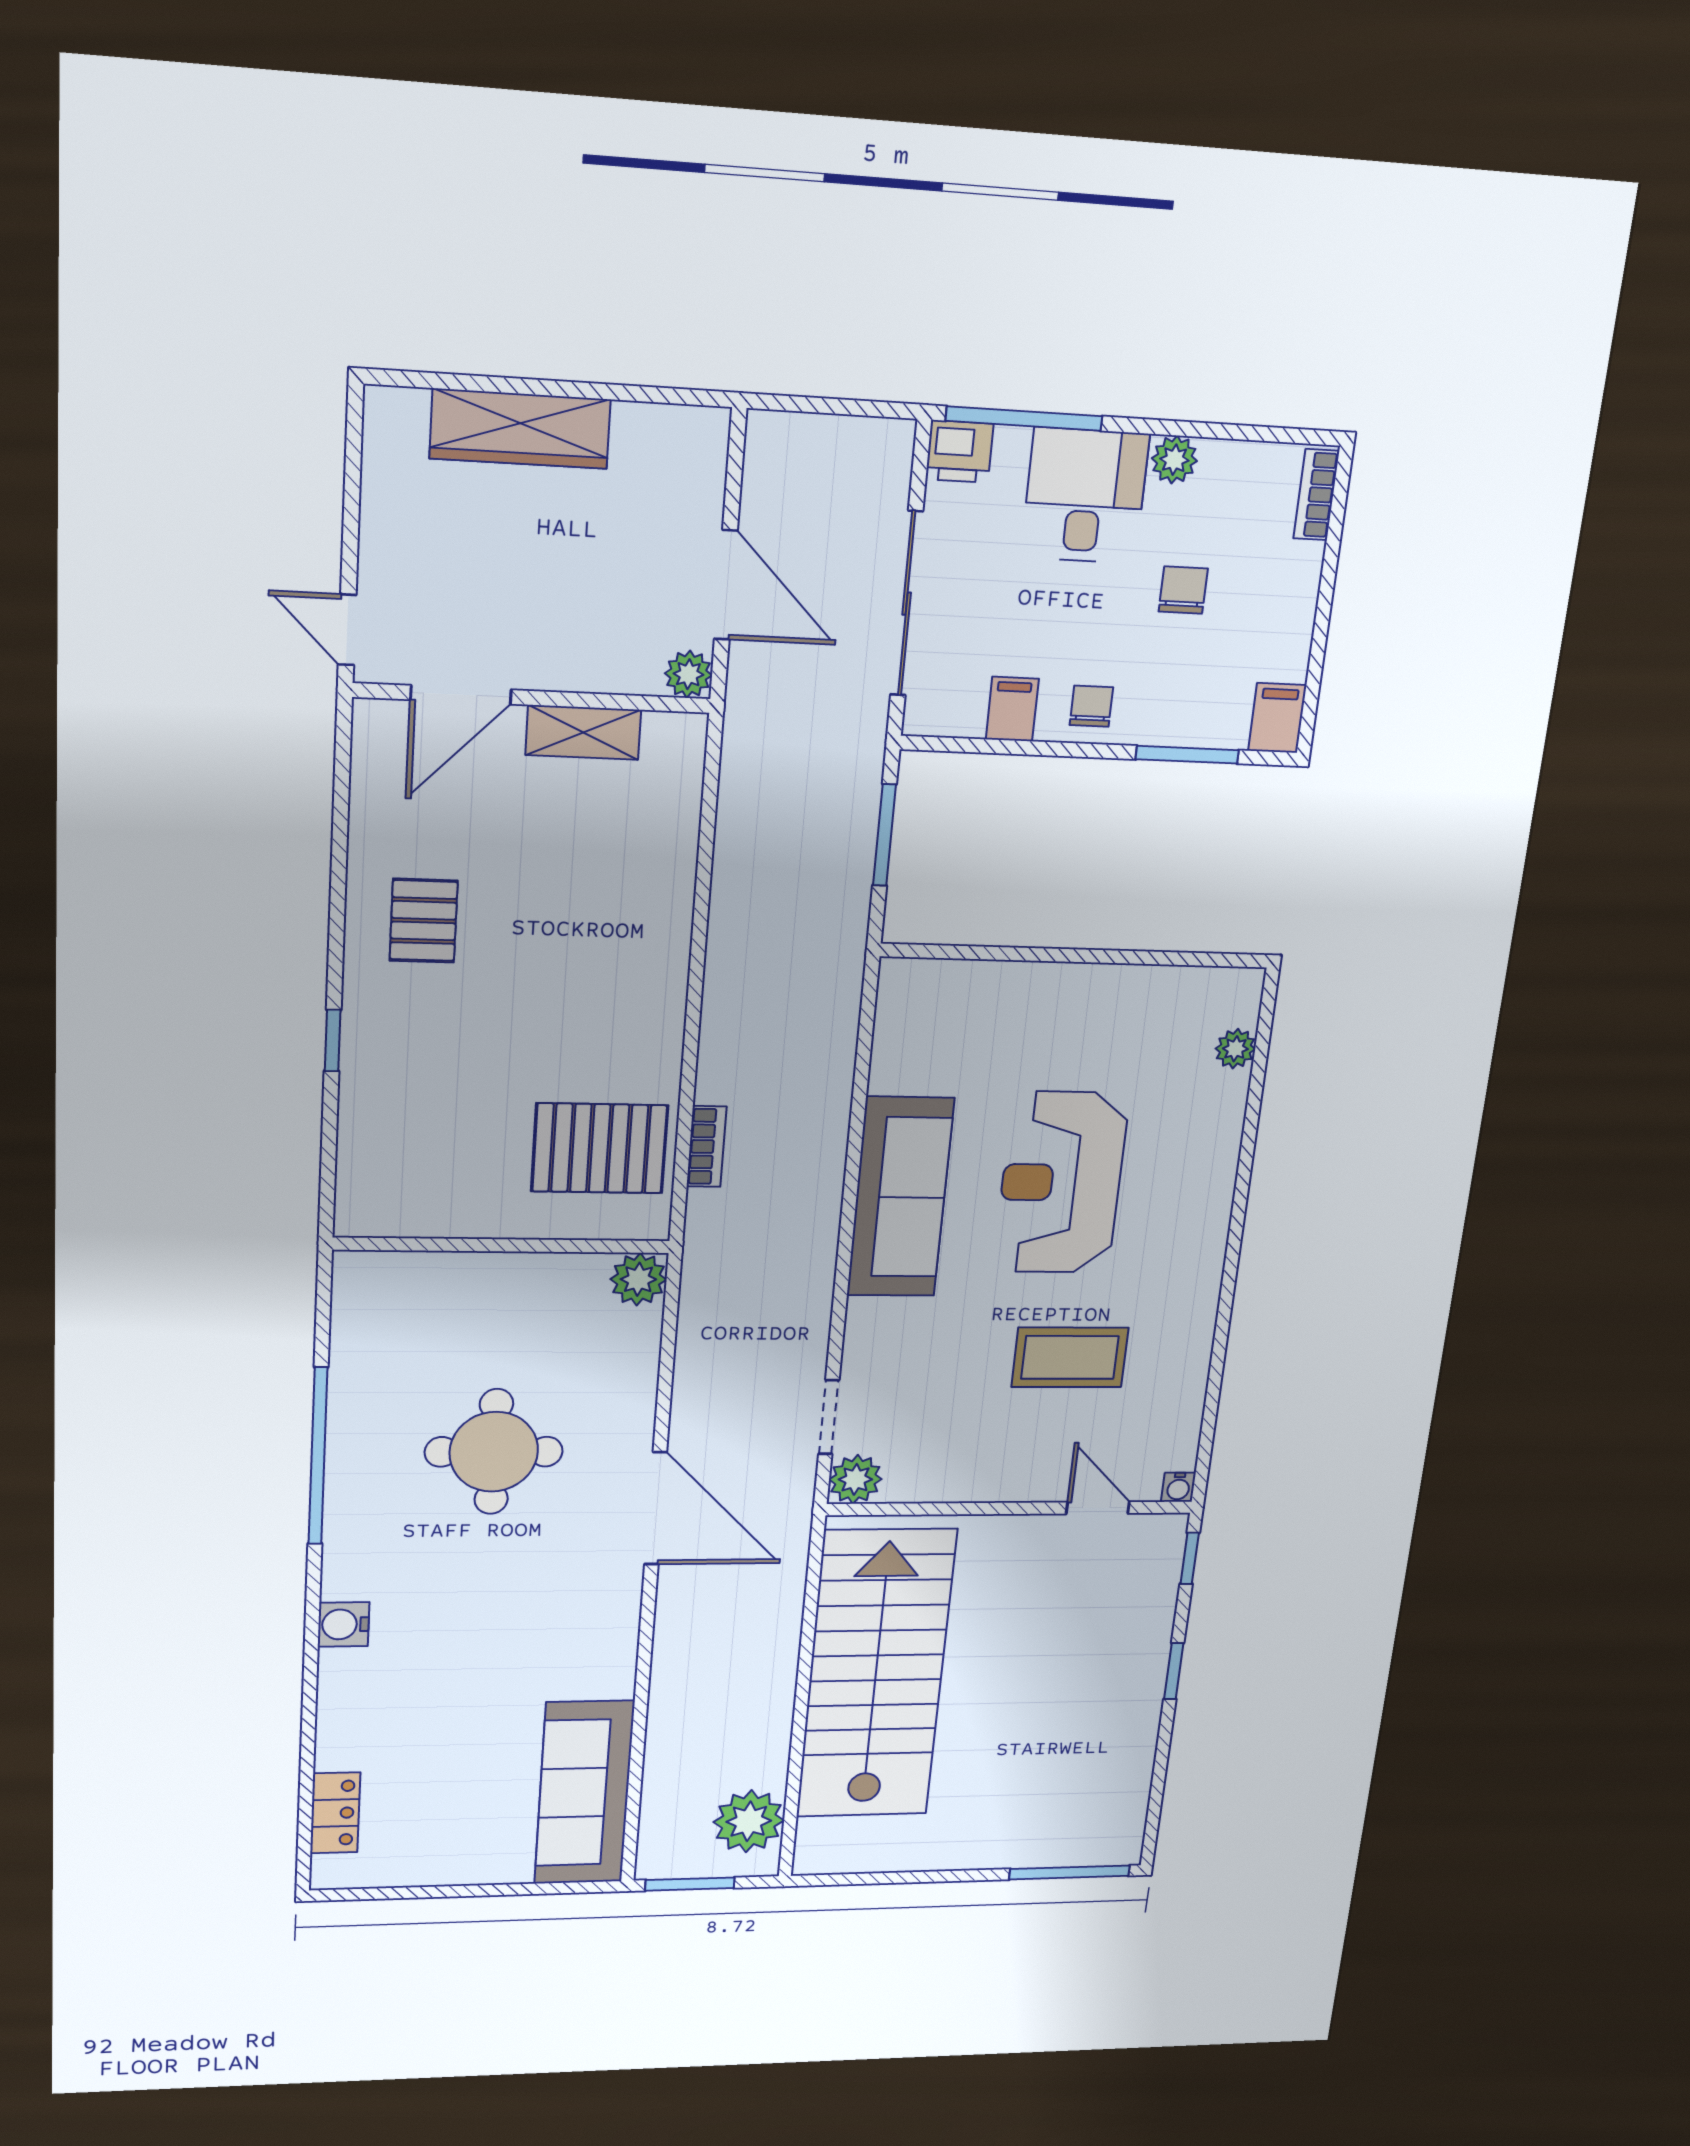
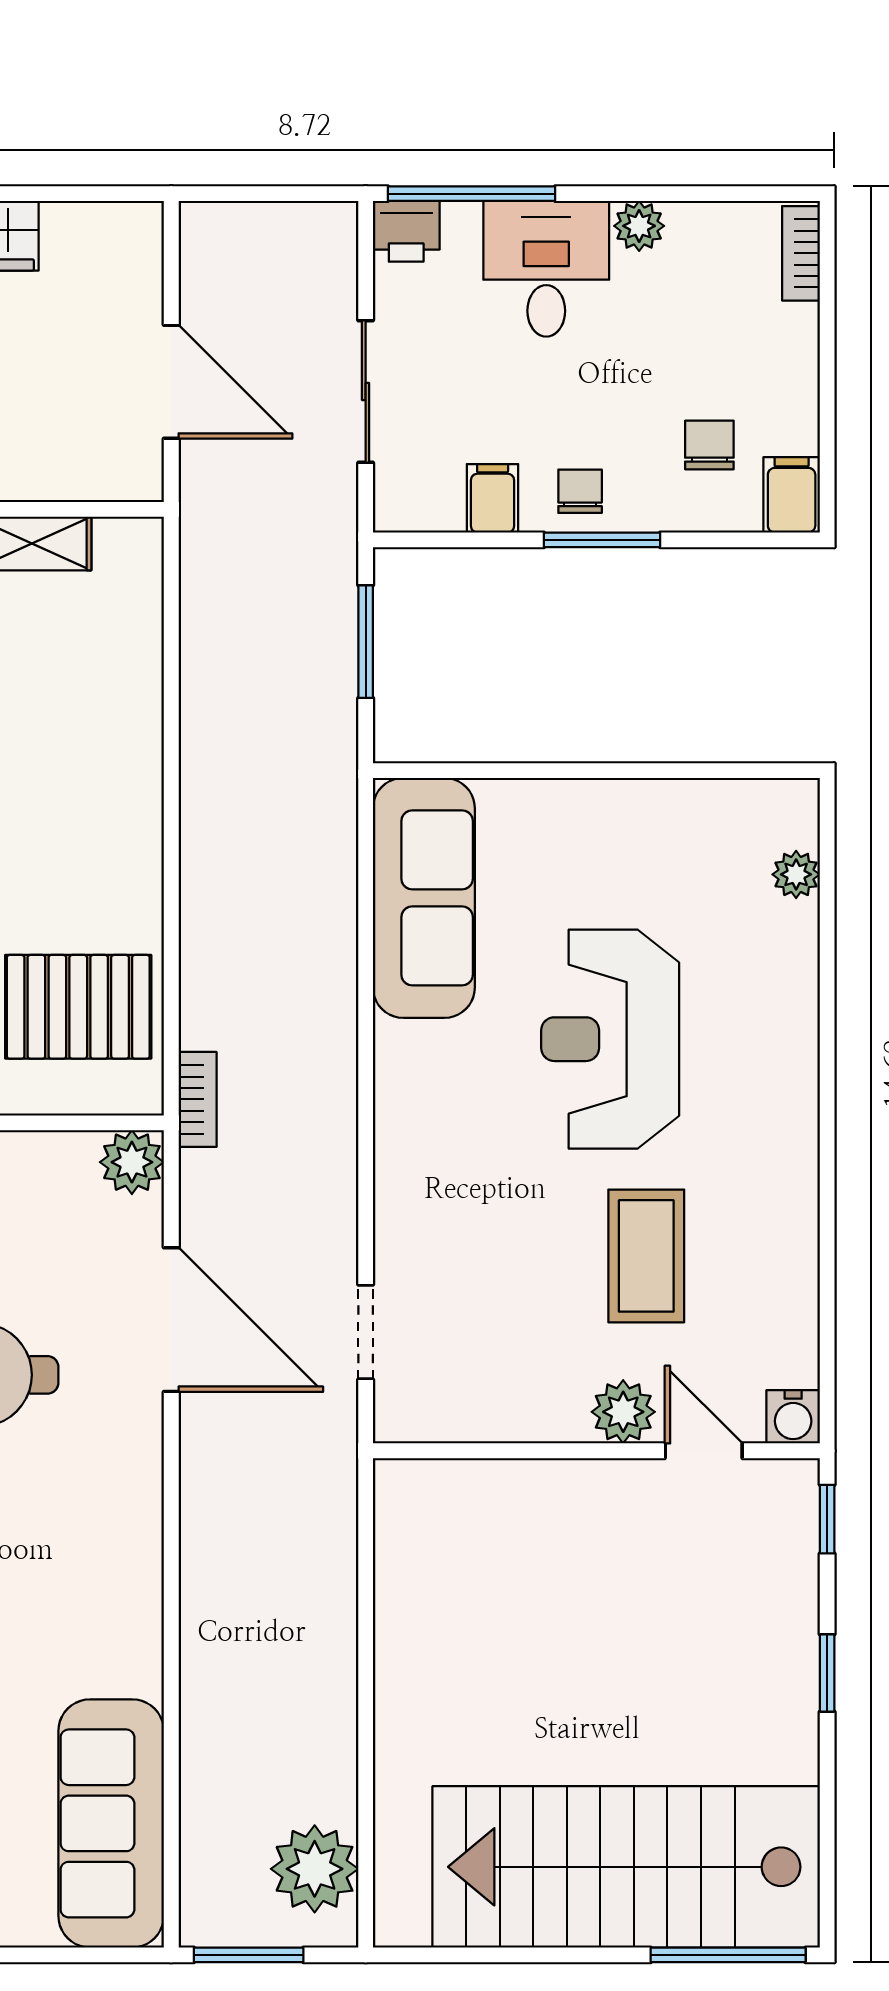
chair: (1183, 590) -> (709, 445), moved
sliding door: (907, 604) -> (366, 391), width x0.73
plant: (688, 674) -> (139, 477), removed
window: (1187, 755) -> (602, 540), moved
bookcase: (707, 1147) -> (198, 1099), moved
sofa: (900, 1197) -> (424, 898), moved
coffee table: (1070, 1357) -> (646, 1256), turned 90
plant: (855, 1479) -> (623, 1412), moved
water cooler: (1178, 1487) -> (793, 1417), width x1.38, depth x1.38
door: (656, 1508) -> (171, 1320), moved
stairs: (876, 1674) -> (626, 1867), moved, turned -90

